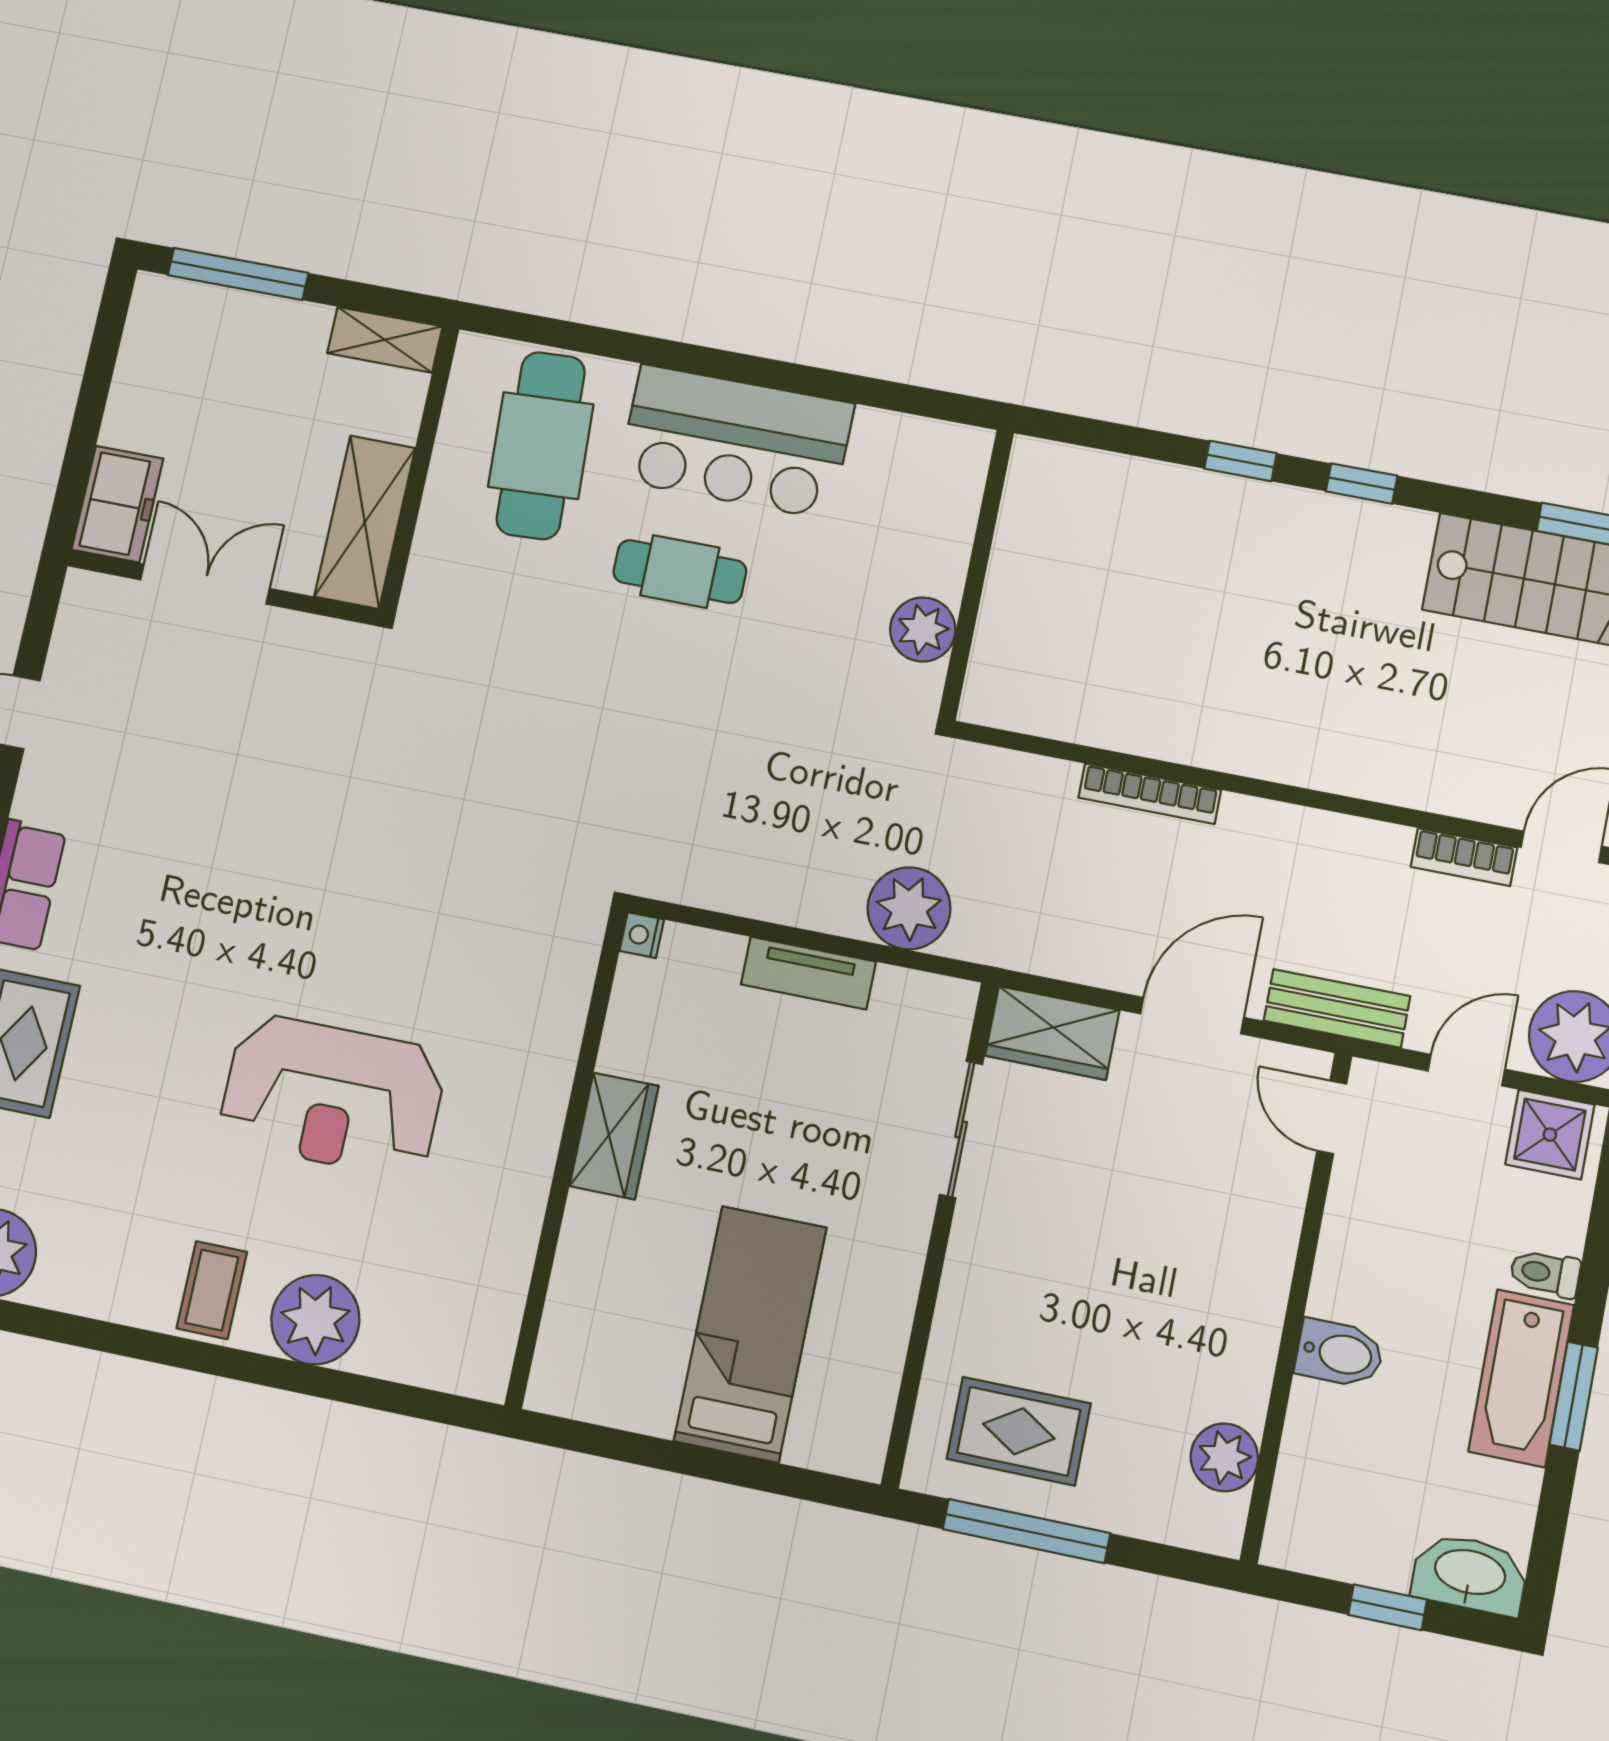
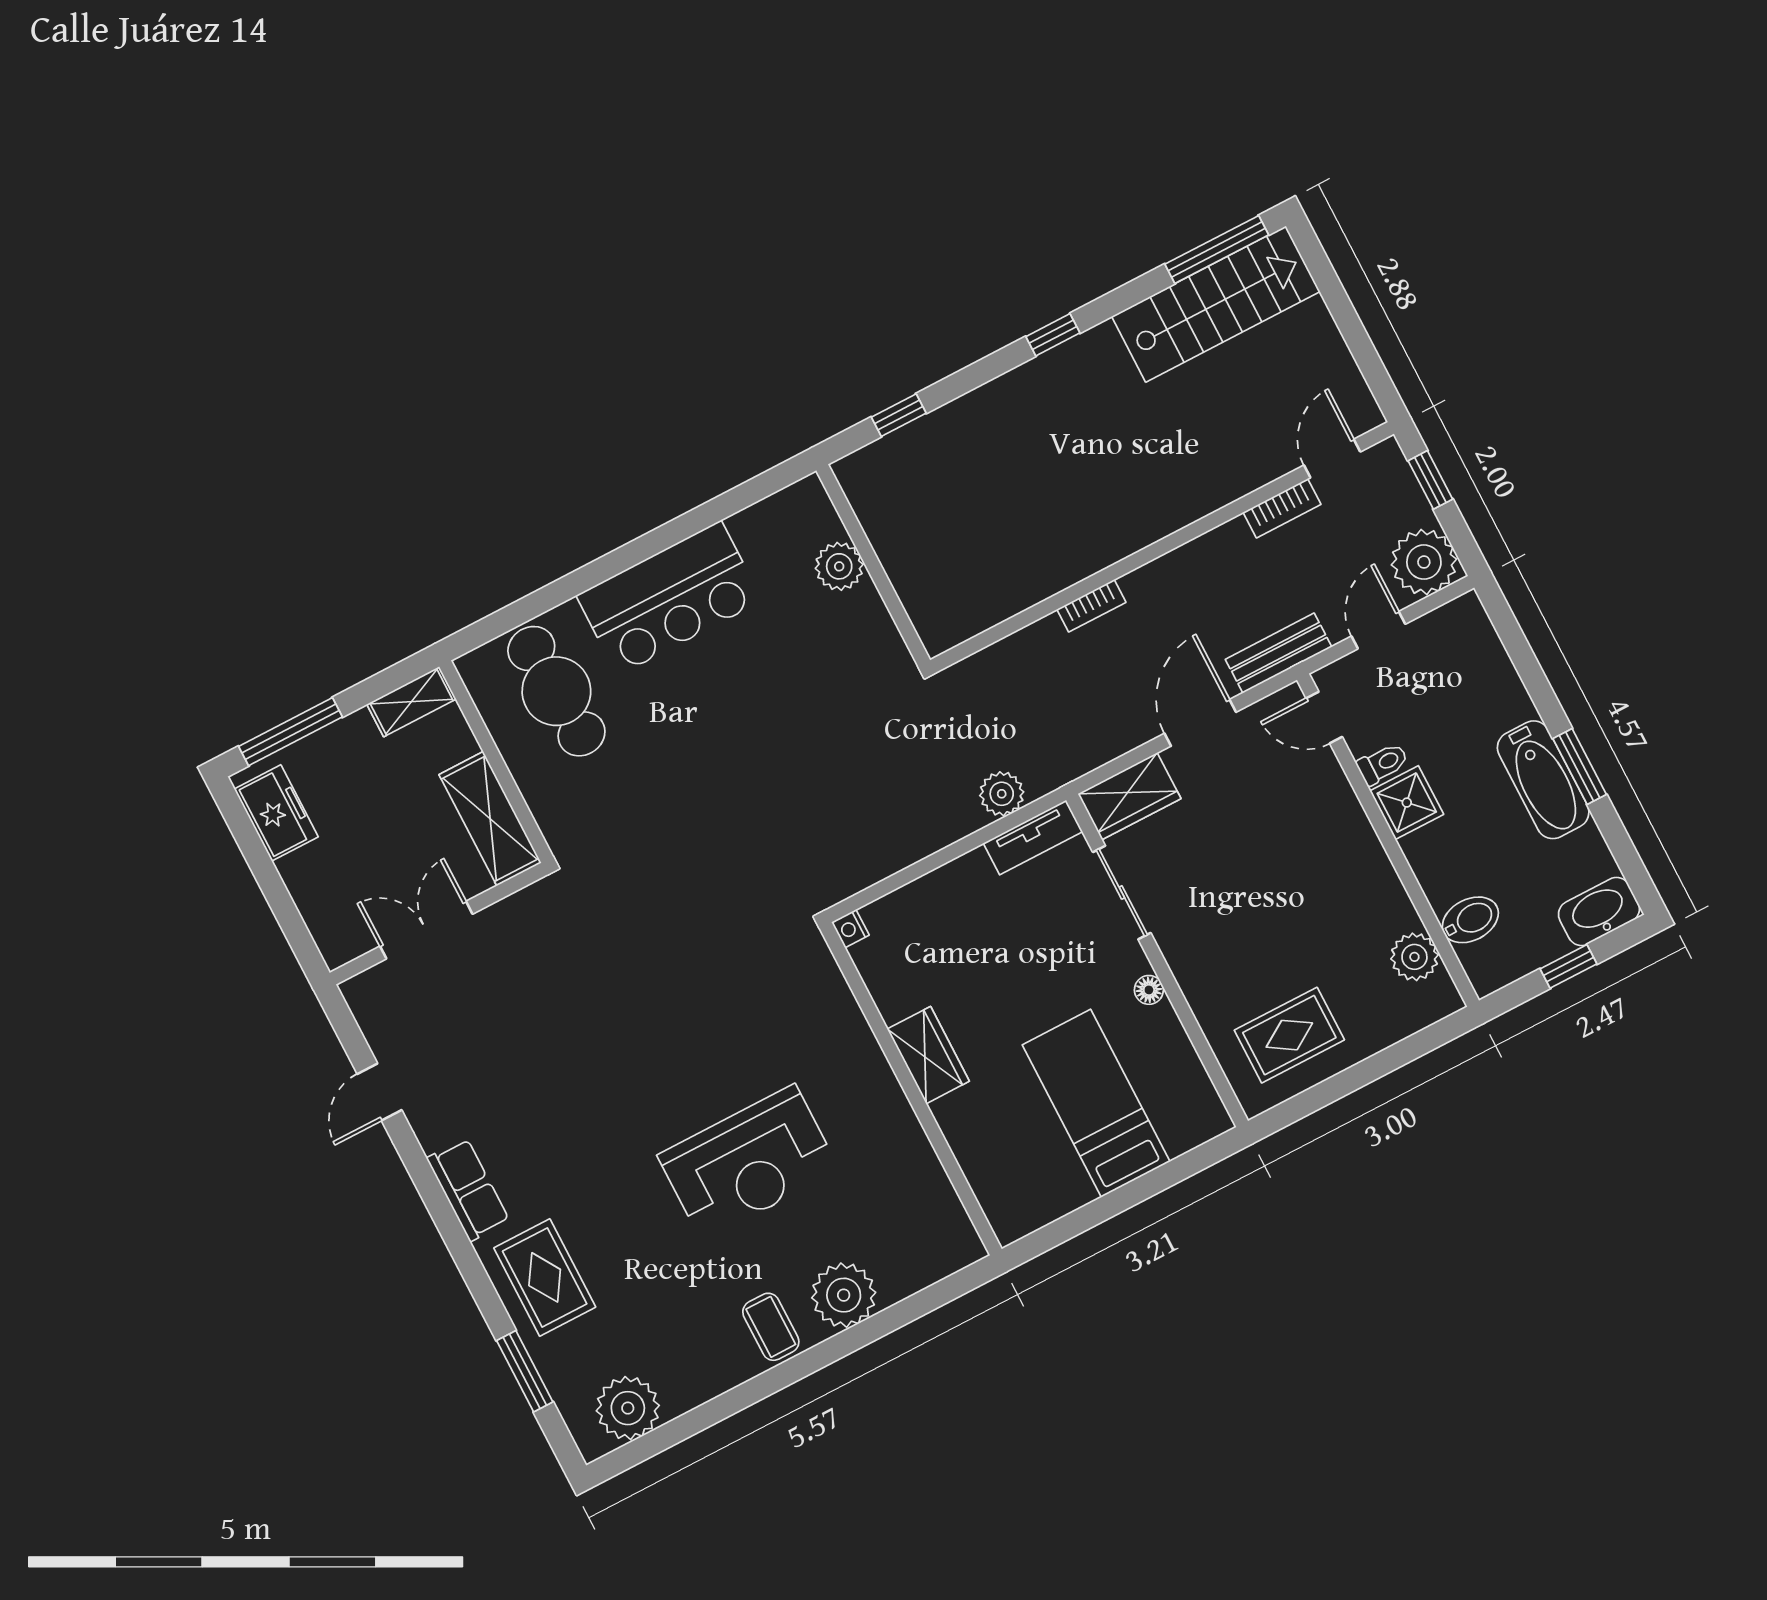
window: (1240, 461) -> (899, 415), moved
freezer: (118, 504) -> (276, 813), moved
cafe table: (680, 572) -> (699, 701), removed
plant: (923, 629) -> (839, 566), moved
bookcase: (1150, 794) -> (1091, 606), width x0.64
plant: (909, 908) -> (1002, 794), width x0.73, depth x0.73
tv unit: (808, 973) -> (1033, 837), moved
shower: (1550, 1135) -> (1407, 803), moved
floor lamp: (906, 1258) -> (1149, 990), added
toilet: (1545, 1273) -> (1383, 764), moved, turned 180
bidet: (1340, 1353) -> (1470, 920), moved
window: (1026, 1531) -> (1338, 1087), removed

